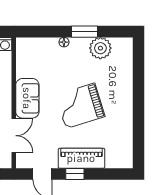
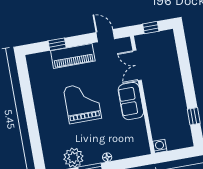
grand piano: (80, 106) -> (82, 103), turned -73
window: (75, 174) -> (57, 44), moved

